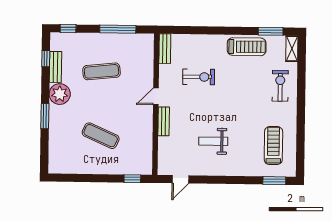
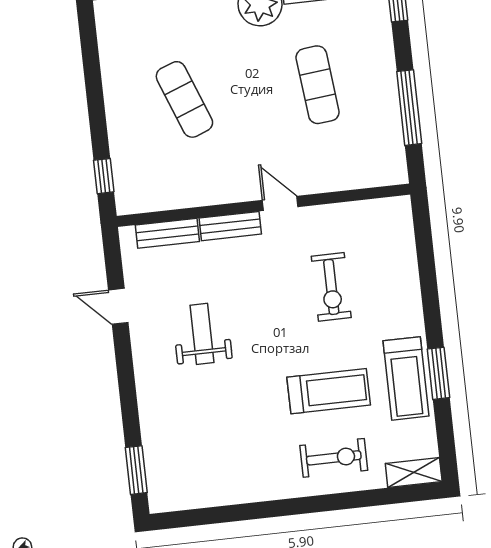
window: (271, 31) -> (438, 373), moved
bench: (165, 49) -> (167, 233), moved
exercise mat: (101, 136) -> (184, 99), turned -45
treadmill: (273, 146) -> (329, 391), moved
door: (180, 179) -> (118, 306), moved

